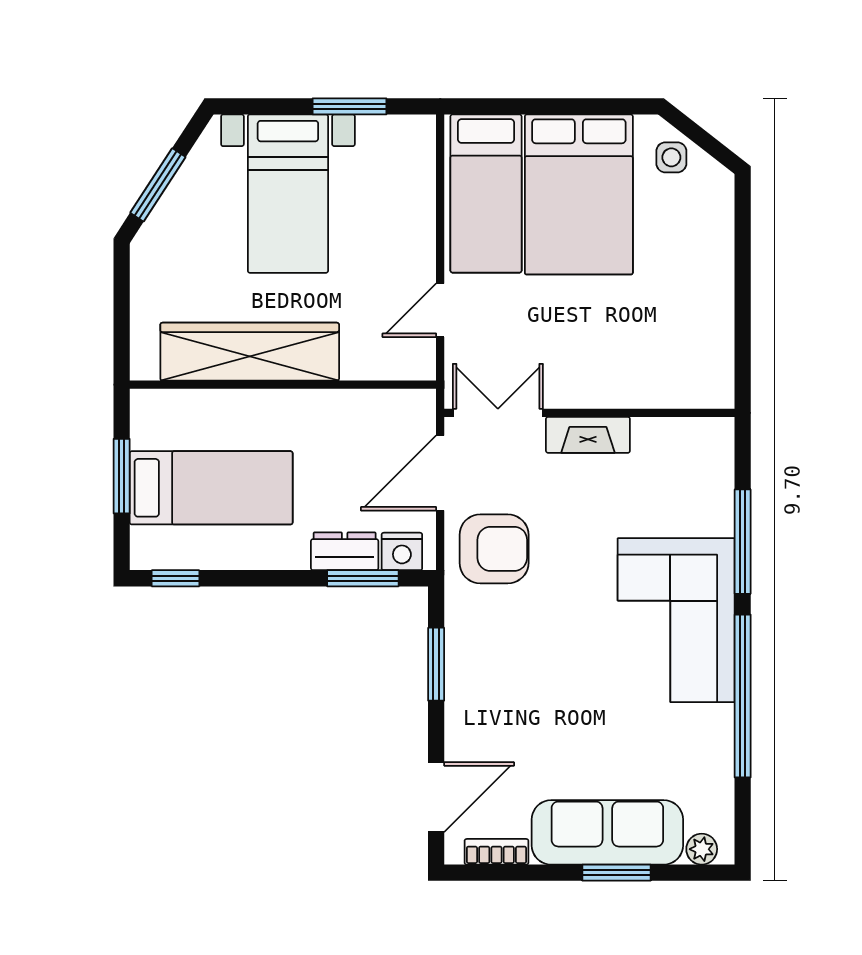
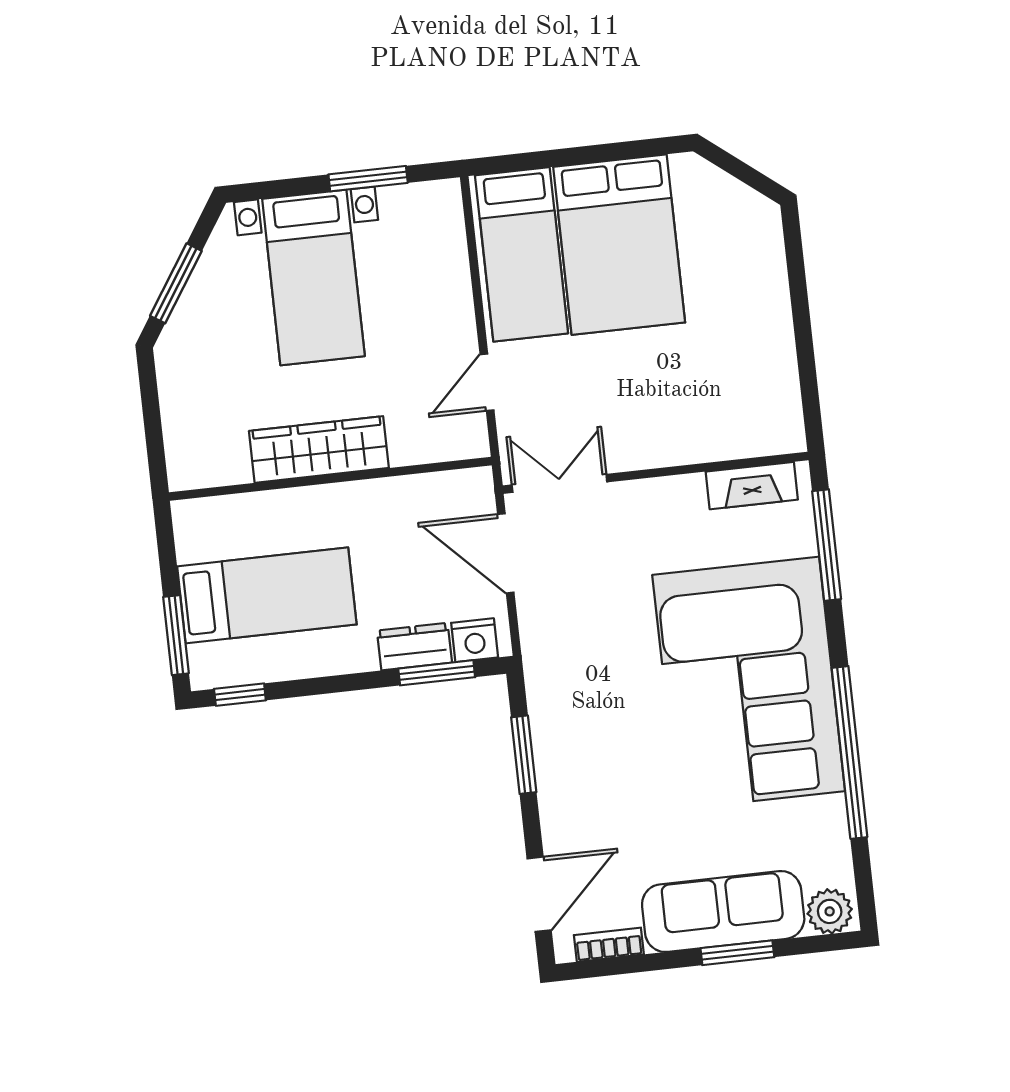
side table: (671, 157) -> (712, 195), removed
wardrobe: (250, 352) -> (319, 449), width x0.71, depth x0.85
fireplace: (588, 435) -> (752, 486), moved
door: (440, 473) -> (506, 553), hinge flipped
window: (122, 476) -> (176, 635), moved
window: (743, 542) -> (827, 545), moved
armchair: (494, 549) -> (571, 627), removed
corner sofa: (676, 620) -> (749, 683), width x1.36, depth x1.36
plant: (702, 849) -> (830, 911), width x1.38, depth x1.38

